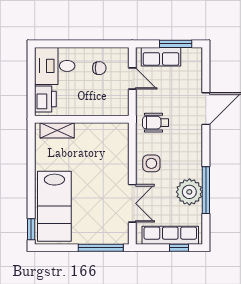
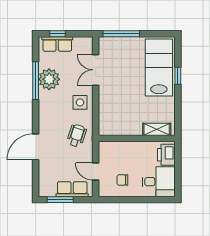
wheelchair: (156, 123) -> (77, 136), turned -72
window: (31, 229) -> (178, 76), moved
row of seats: (170, 235) -> (57, 44), width x0.68

